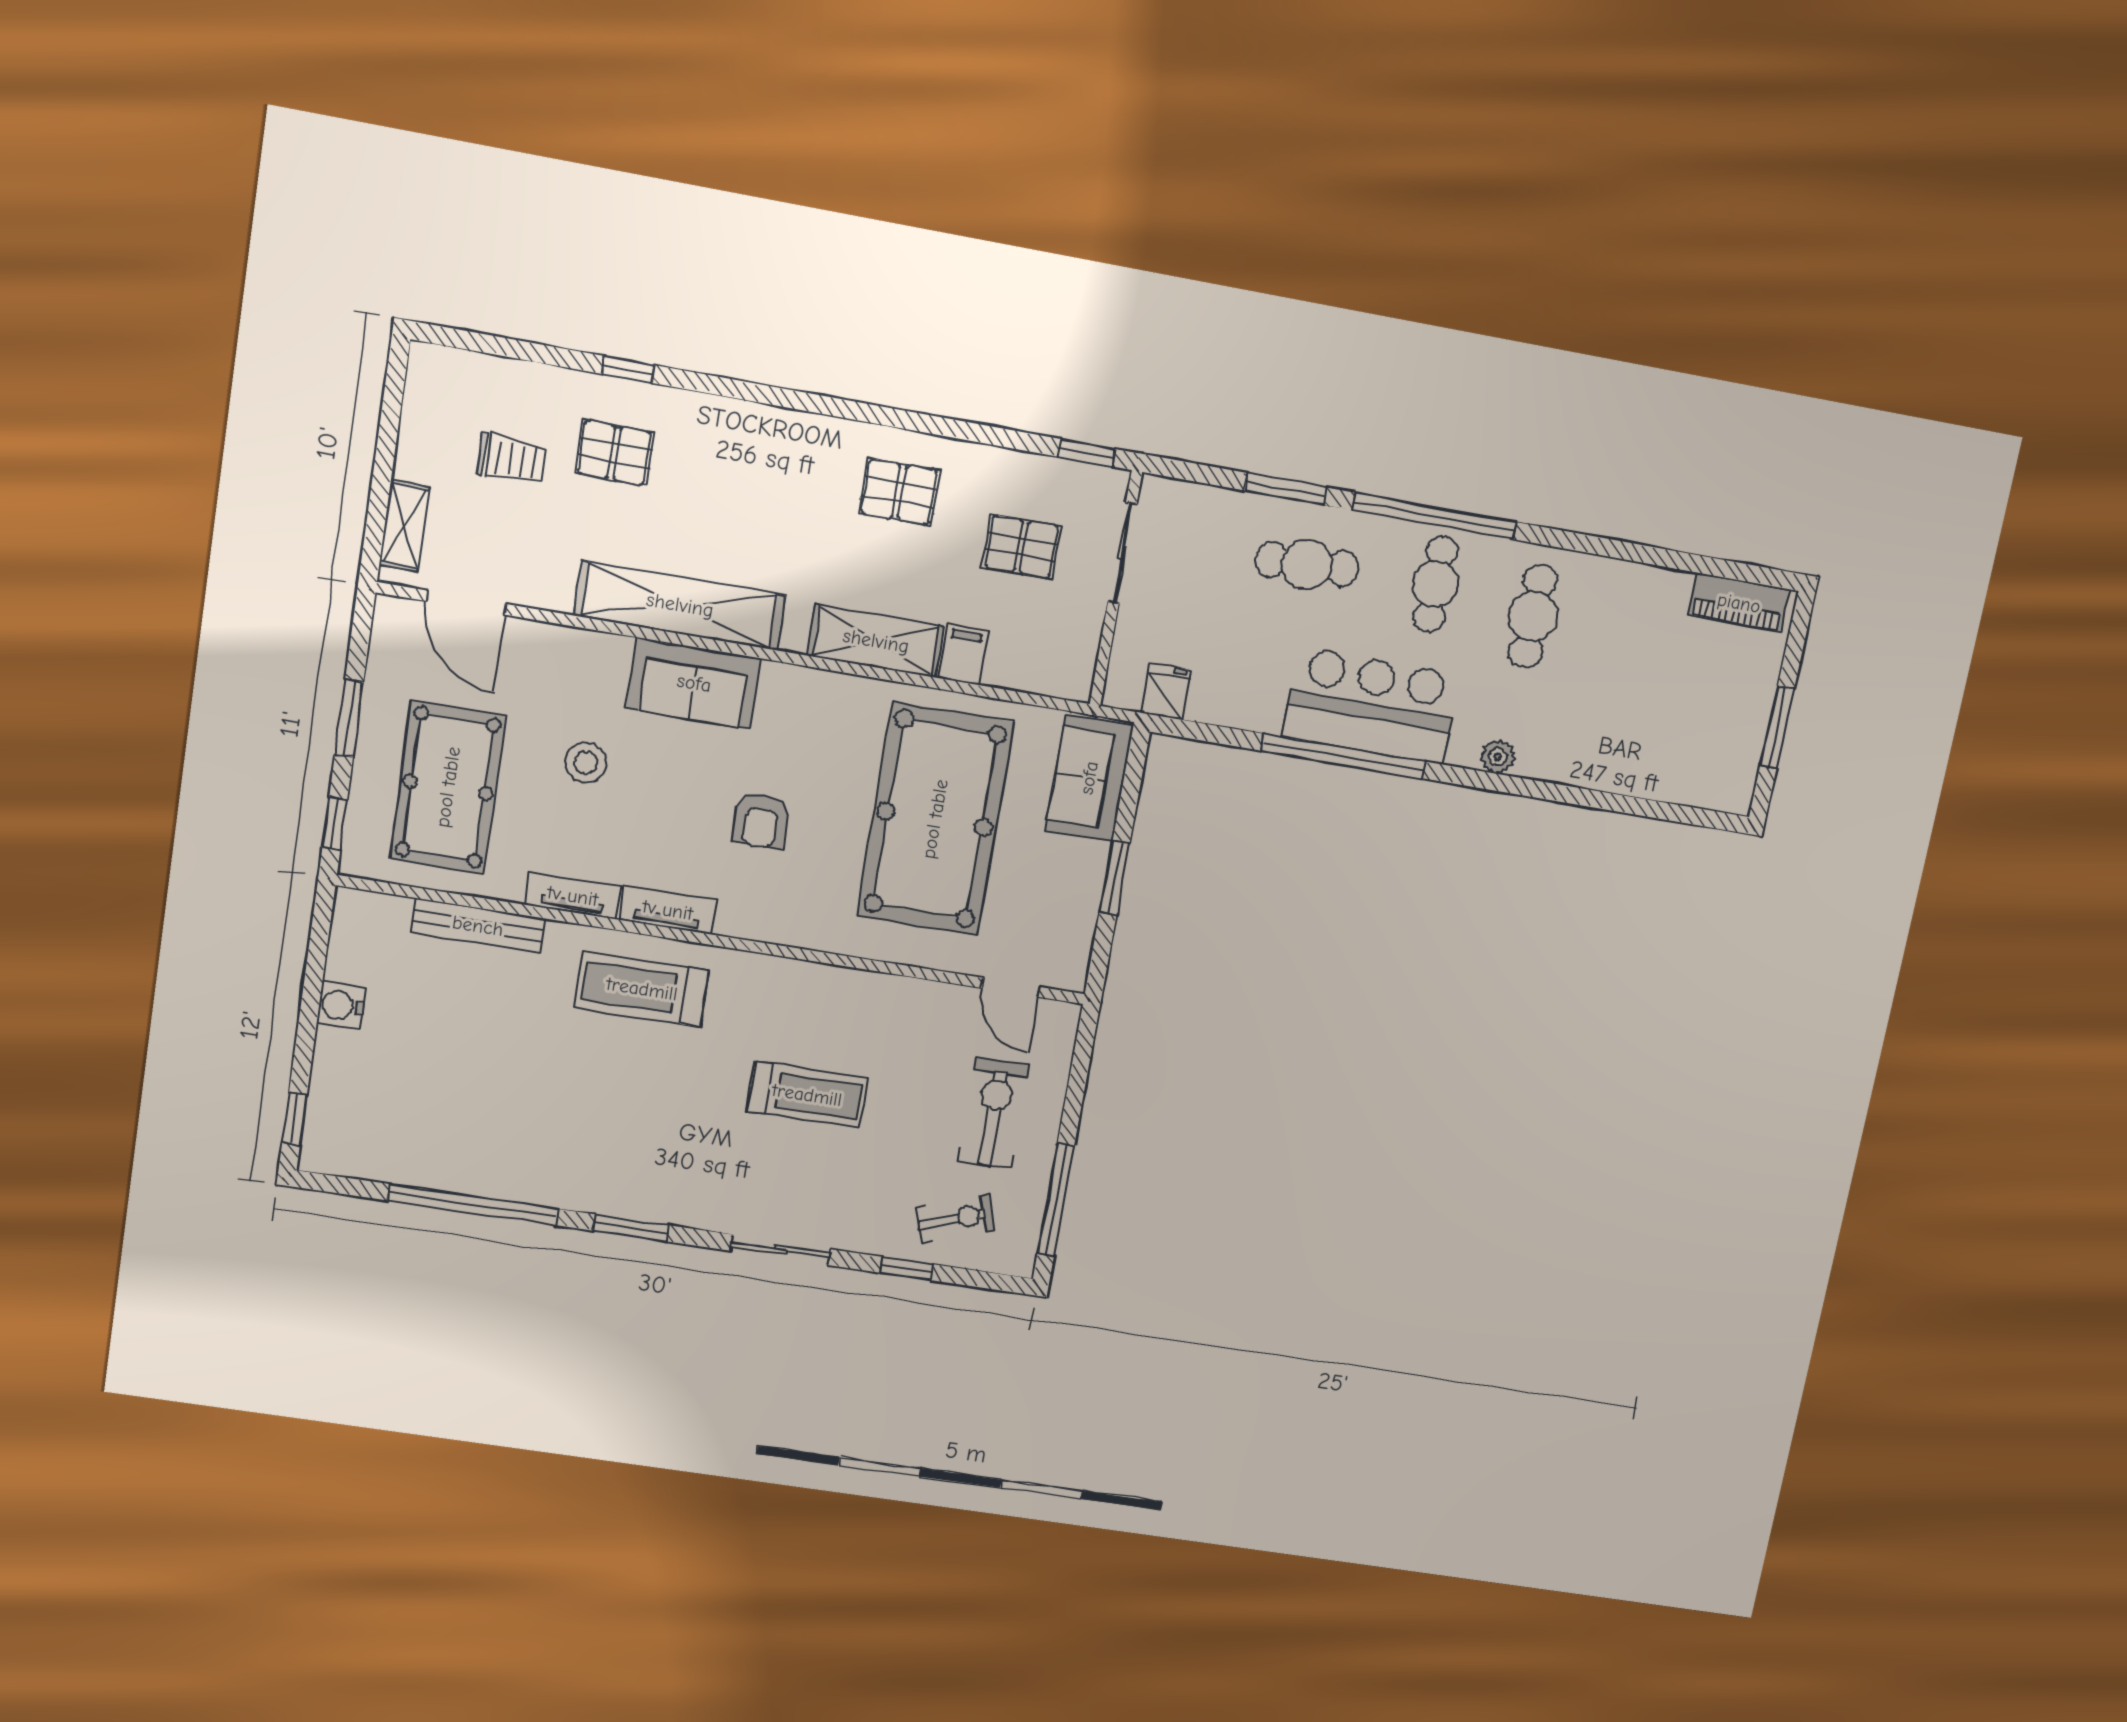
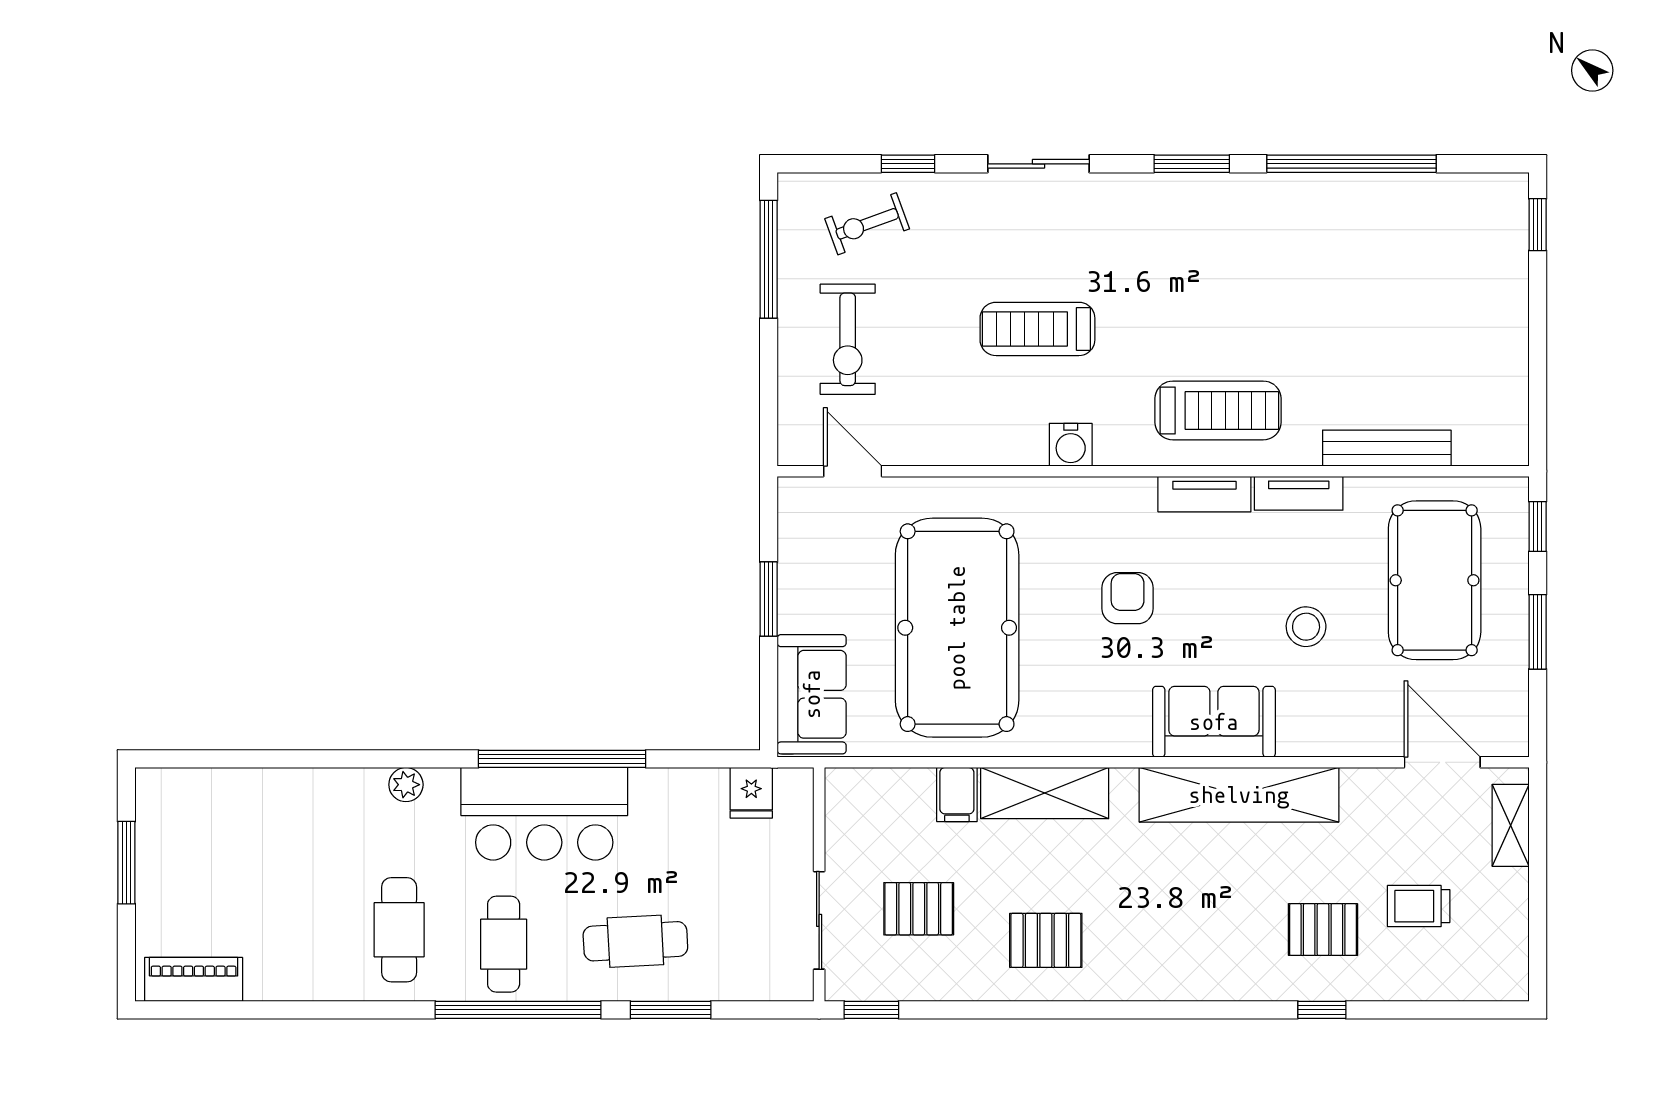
water cooler: (341, 1005) -> (1071, 445), moved, turned 90

